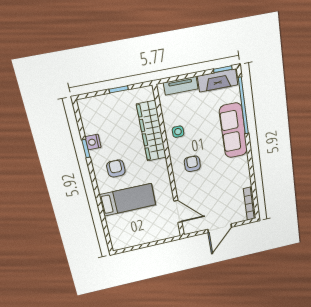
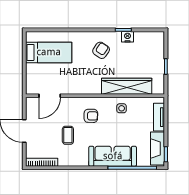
armchair: (116, 168) -> (101, 50), turned -56
coffee table: (217, 183) -> (68, 135), added
bed: (128, 200) -> (49, 52), moved, turned -90

